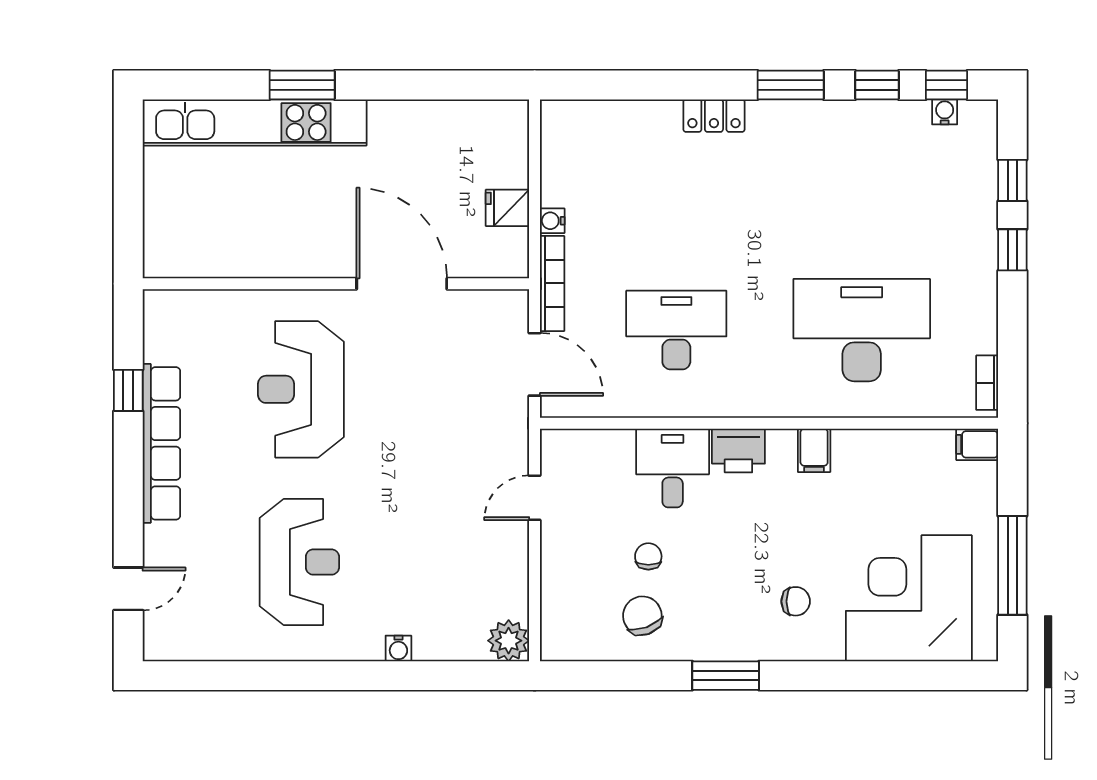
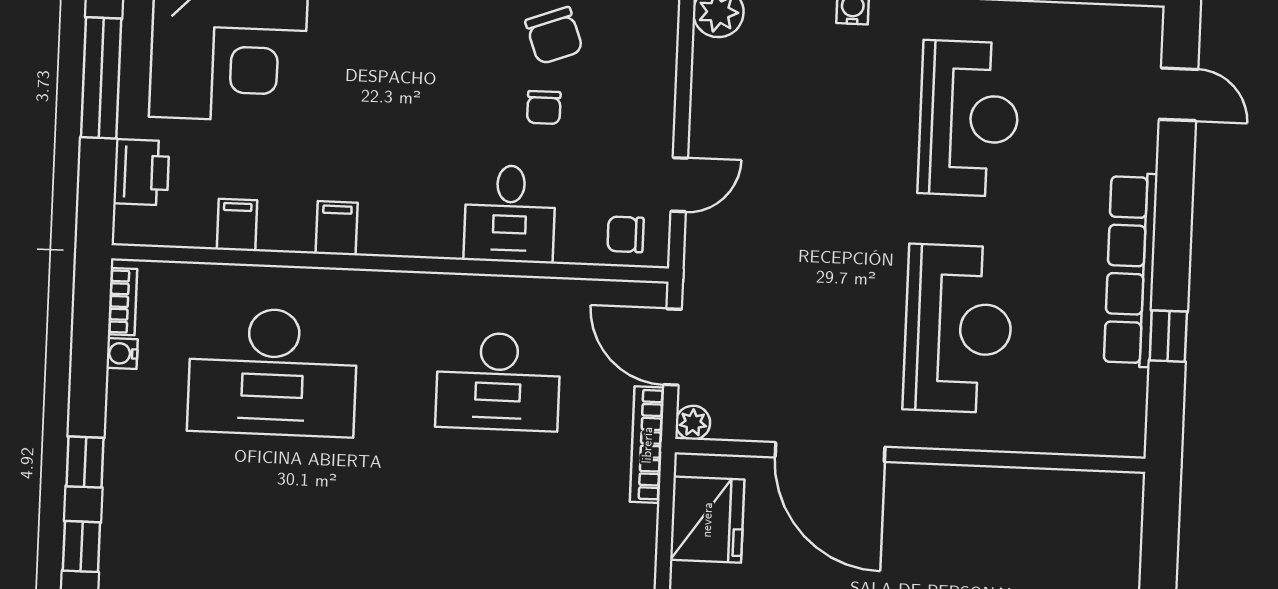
fridge: (507, 208) -> (707, 520), width x1.88, depth x1.34
water cooler: (552, 221) -> (122, 353), moved, turned 180
plant: (515, 303) -> (693, 423), added
filing cabinet: (977, 444) -> (237, 225), moved, turned -90
printer: (738, 451) -> (141, 172), moved, turned 90
reception desk: (299, 562) -> (969, 118), turned 180
door: (128, 589) -> (1178, 94), swing flipped
chair: (796, 601) -> (626, 234), moved

